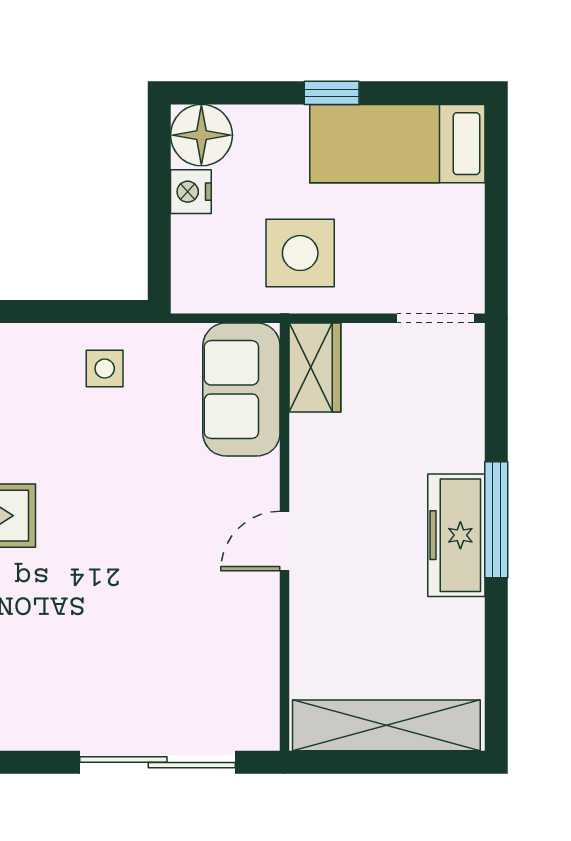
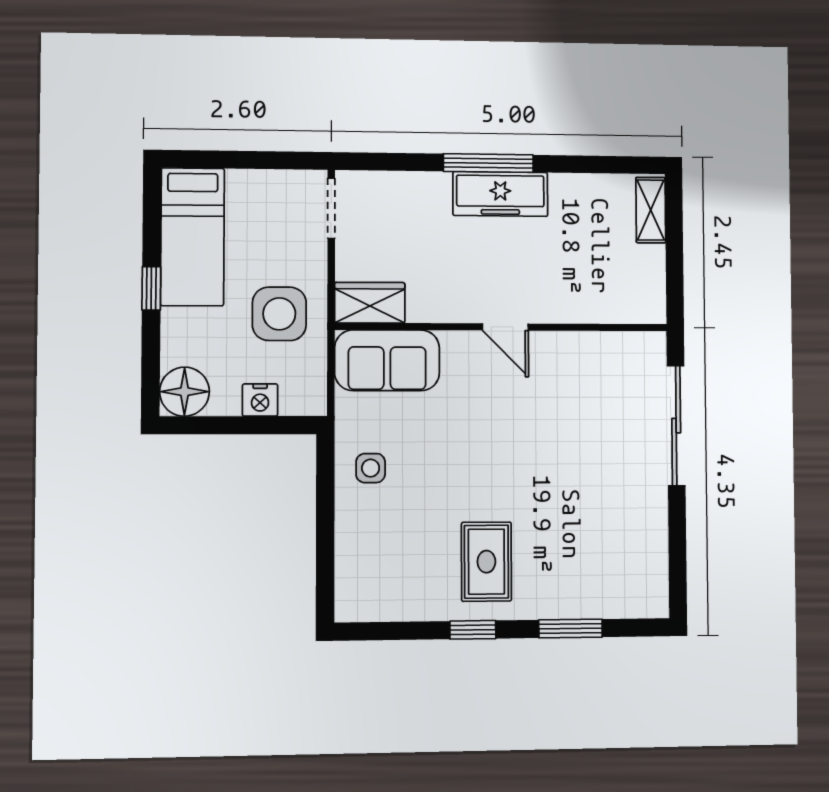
nightstand: (191, 192) -> (260, 400), moved
shelving: (386, 725) -> (651, 210), width x0.45, depth x0.75

